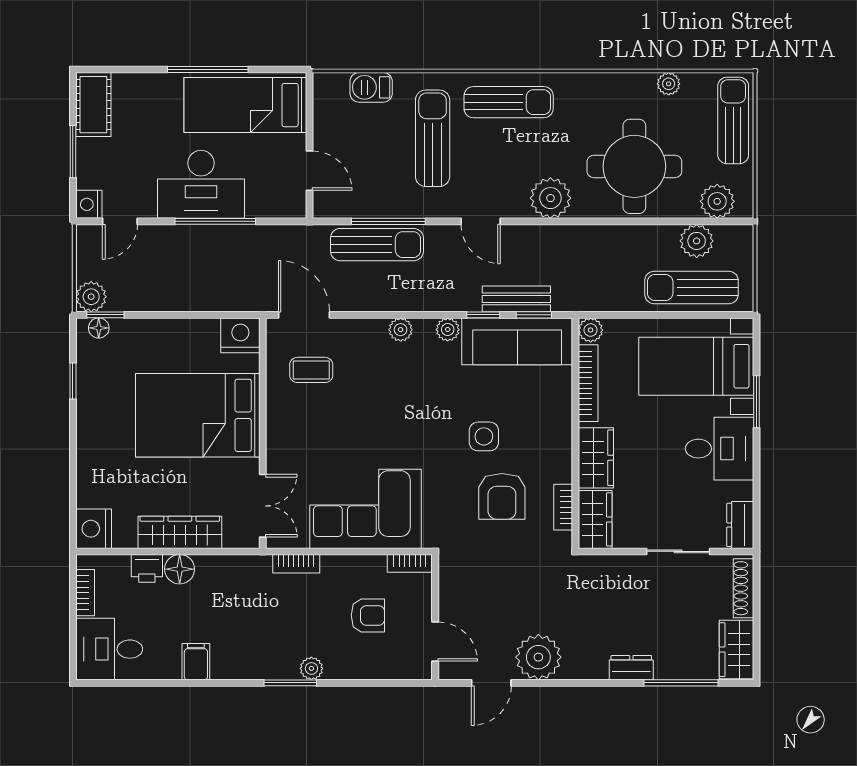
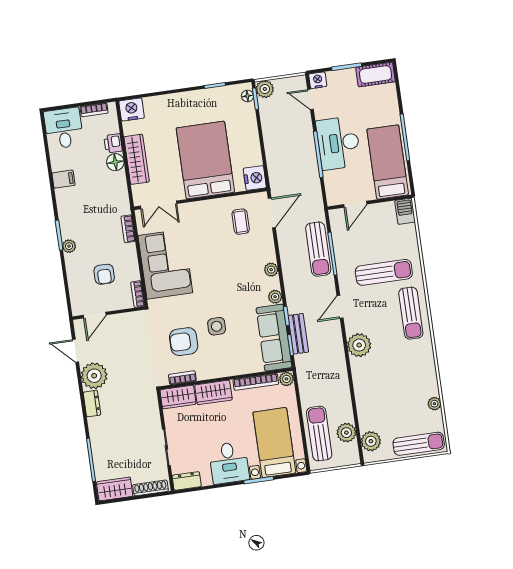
barbecue: (371, 87) -> (405, 211), moved
round table: (634, 166) -> (384, 391), removed
dresser: (631, 668) -> (92, 404), moved

